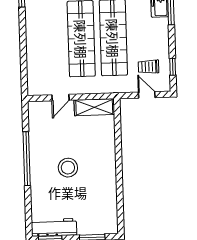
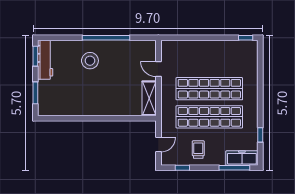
trolley: (148, 67) -> (198, 150), moved
stool: (68, 168) -> (90, 61), moved

